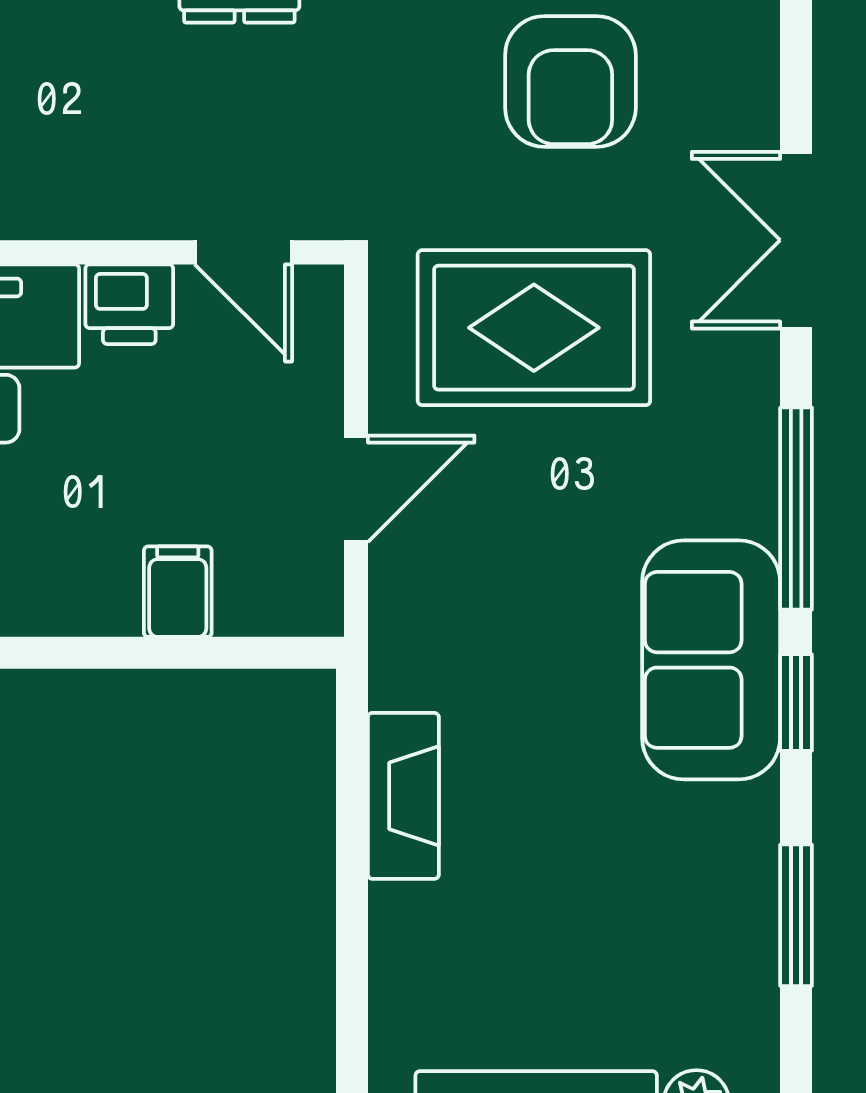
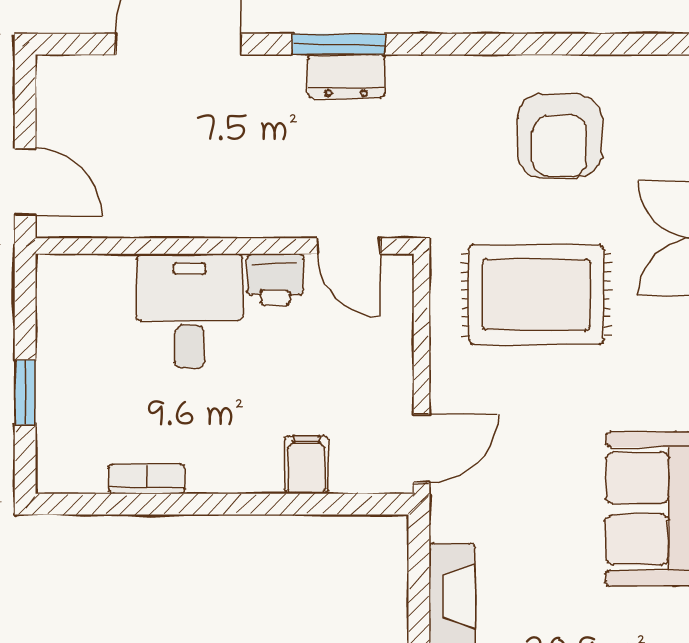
door: (356, 489) -> (421, 448), moved

